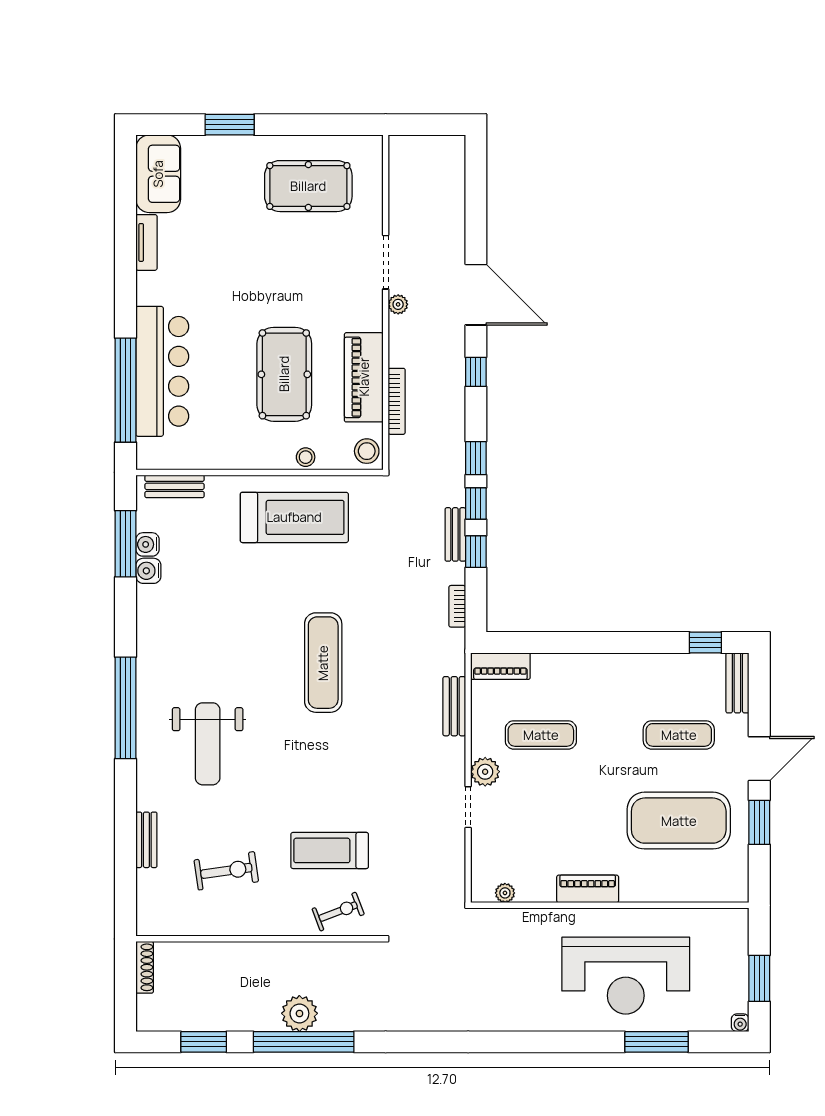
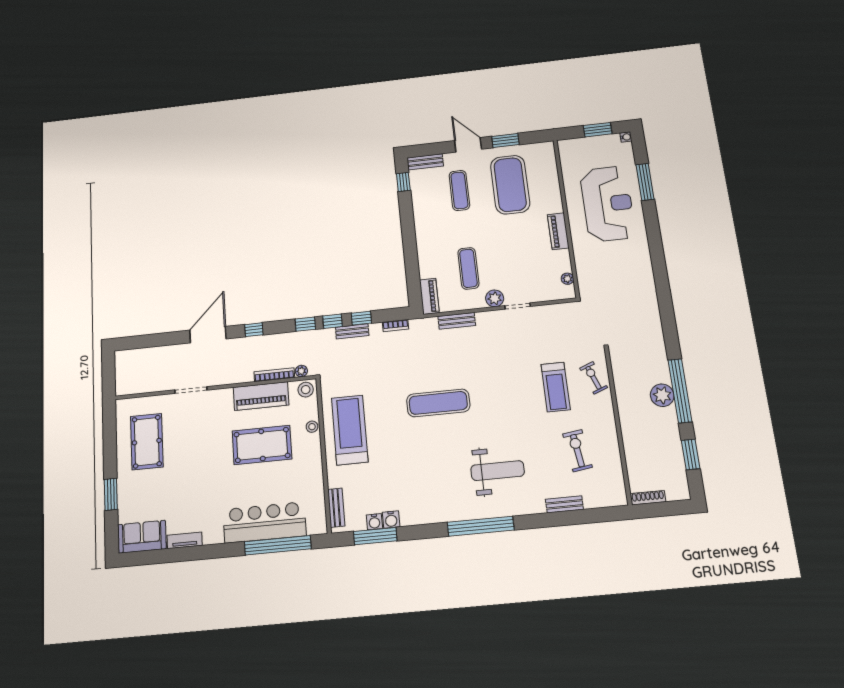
plant: (398, 304) -> (301, 371), moved

